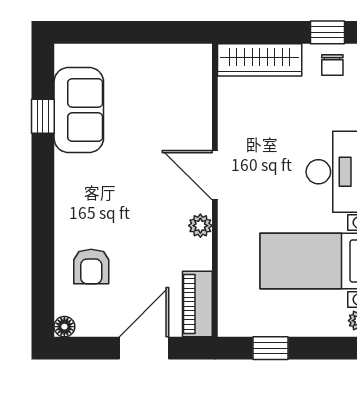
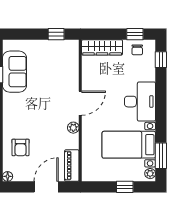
window: (165, 32) -> (56, 34), added
door: (215, 175) -> (80, 103), swing flipped
window: (271, 348) -> (125, 187), moved

